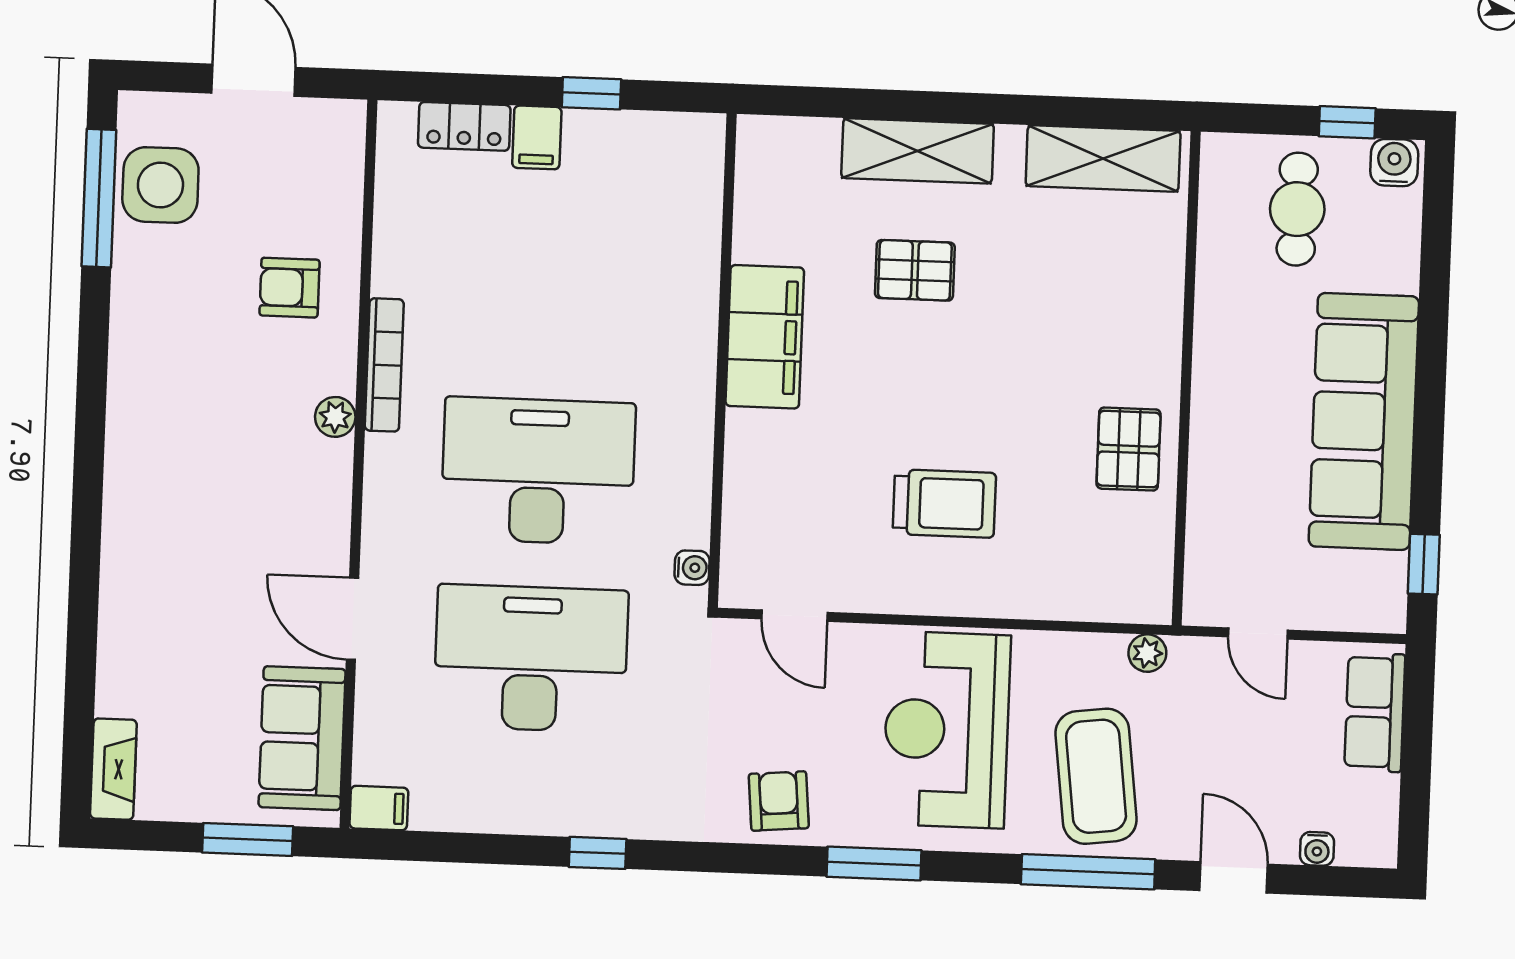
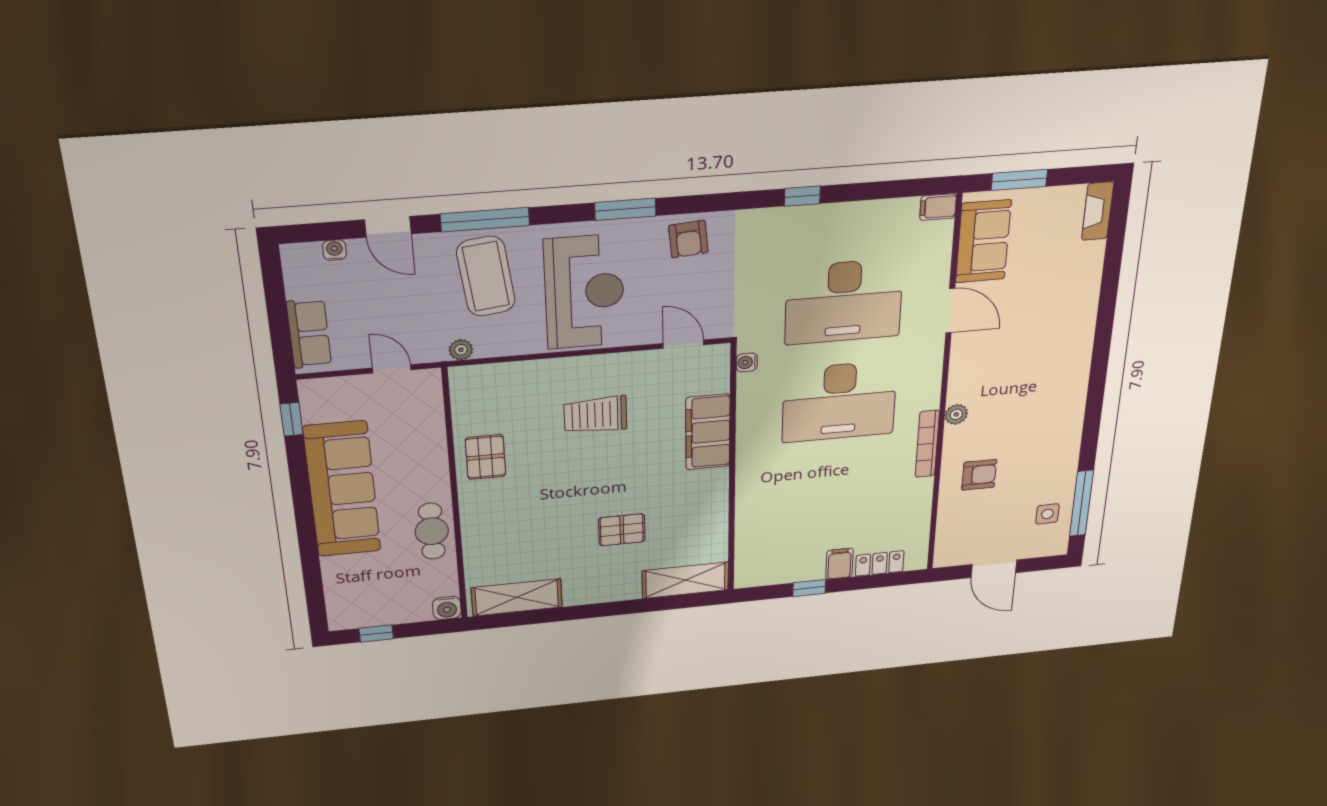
shelving: (918, 151) -> (685, 580), moved
water cooler: (1394, 163) -> (447, 608), moved
side table: (160, 185) -> (1047, 514), width x0.54, depth x0.54
cafe table: (1297, 209) -> (432, 531), moved
filing cabinet: (765, 337) -> (708, 432), moved

